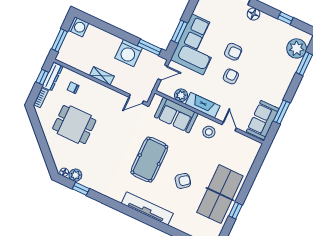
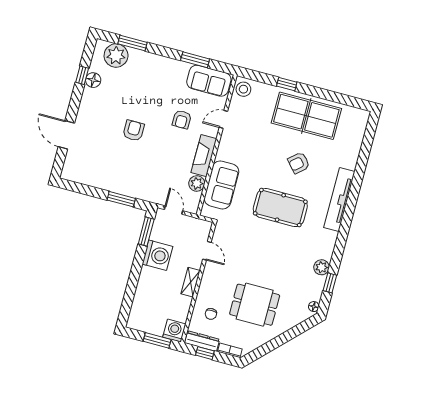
floor lamp: (253, 14) -> (93, 80), moved
washing machine: (79, 27) -> (174, 331), moved
corner sofa: (197, 44) -> (132, 175), removed
armchair: (231, 76) -> (182, 119), moved, turned -90
door: (136, 99) -> (207, 251), moved
dining table: (74, 125) -> (255, 305), turned 90
stool: (209, 132) -> (243, 89), moved
plant: (75, 175) -> (322, 267), moved
armchair: (183, 181) -> (299, 163), turned -93
window: (235, 210) -> (287, 84), moved

